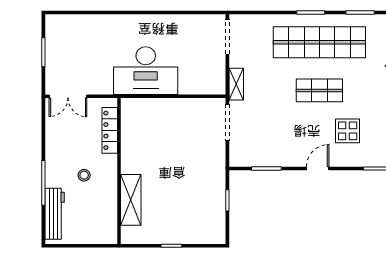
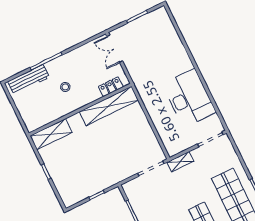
desk: (146, 71) -> (189, 98), moved, turned 180
locker: (110, 130) -> (111, 87), width x0.66
shelving: (131, 135) -> (109, 106), added
shelving: (131, 200) -> (51, 134), moved

